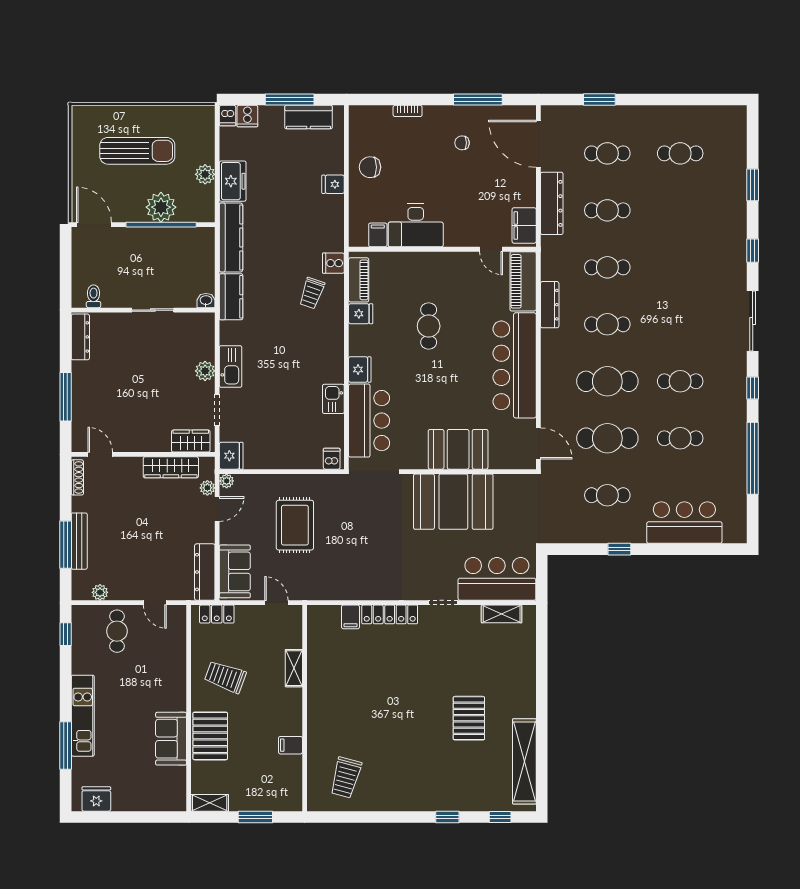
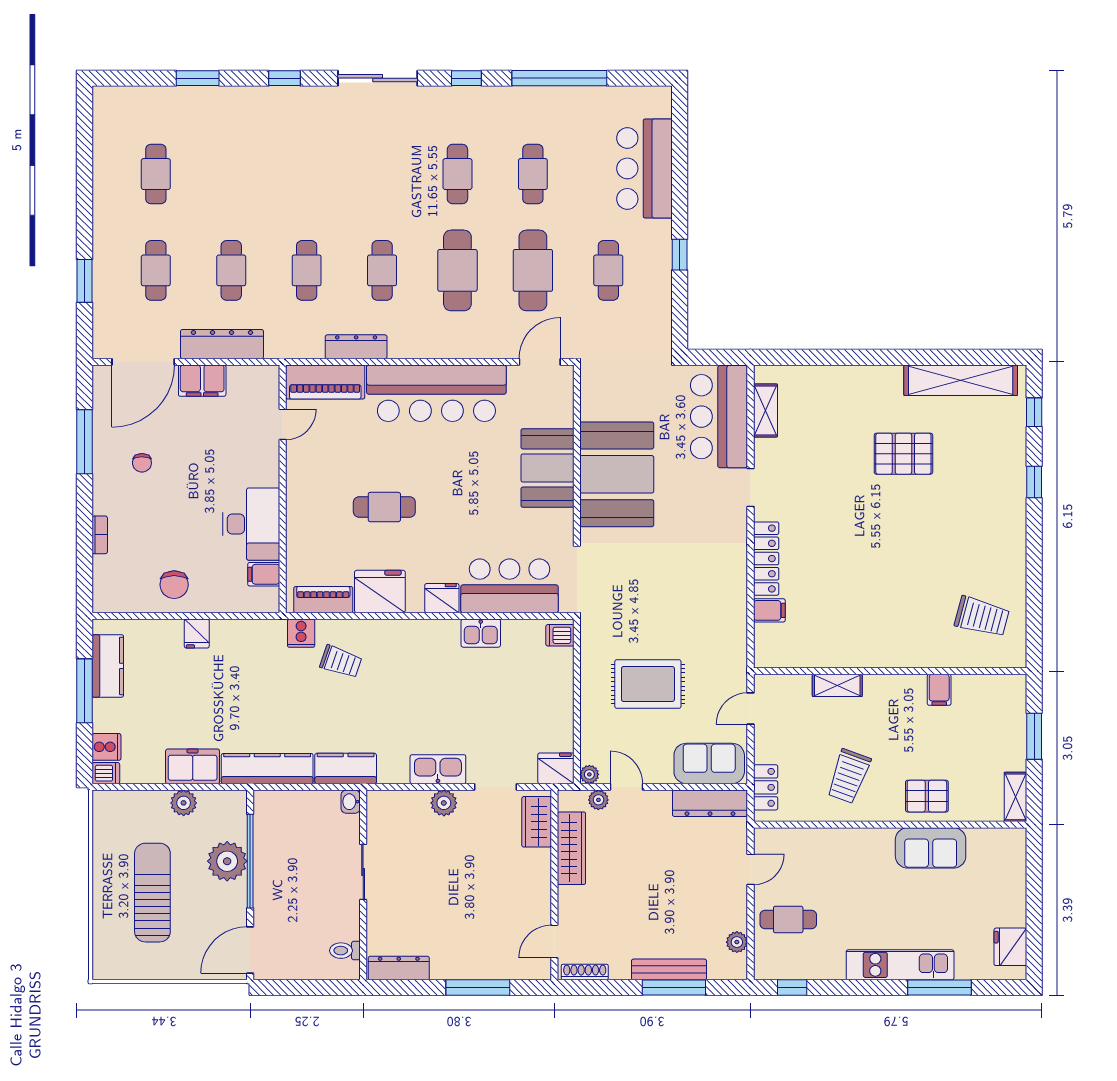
filing cabinet: (524, 225) -> (202, 381), moved
fridge: (361, 314) -> (380, 591), width x1.88, depth x1.34
pallet: (210, 736) -> (927, 796), width x0.67, depth x0.71

